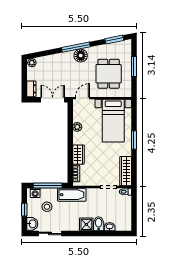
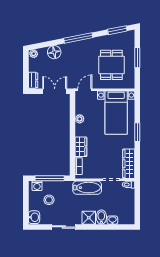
floor lamp: (81, 56) -> (54, 52), moved
bathtub: (72, 195) -> (87, 188), moved
window: (24, 210) -> (26, 203), removed
sliding door: (50, 233) -> (64, 227), moved

